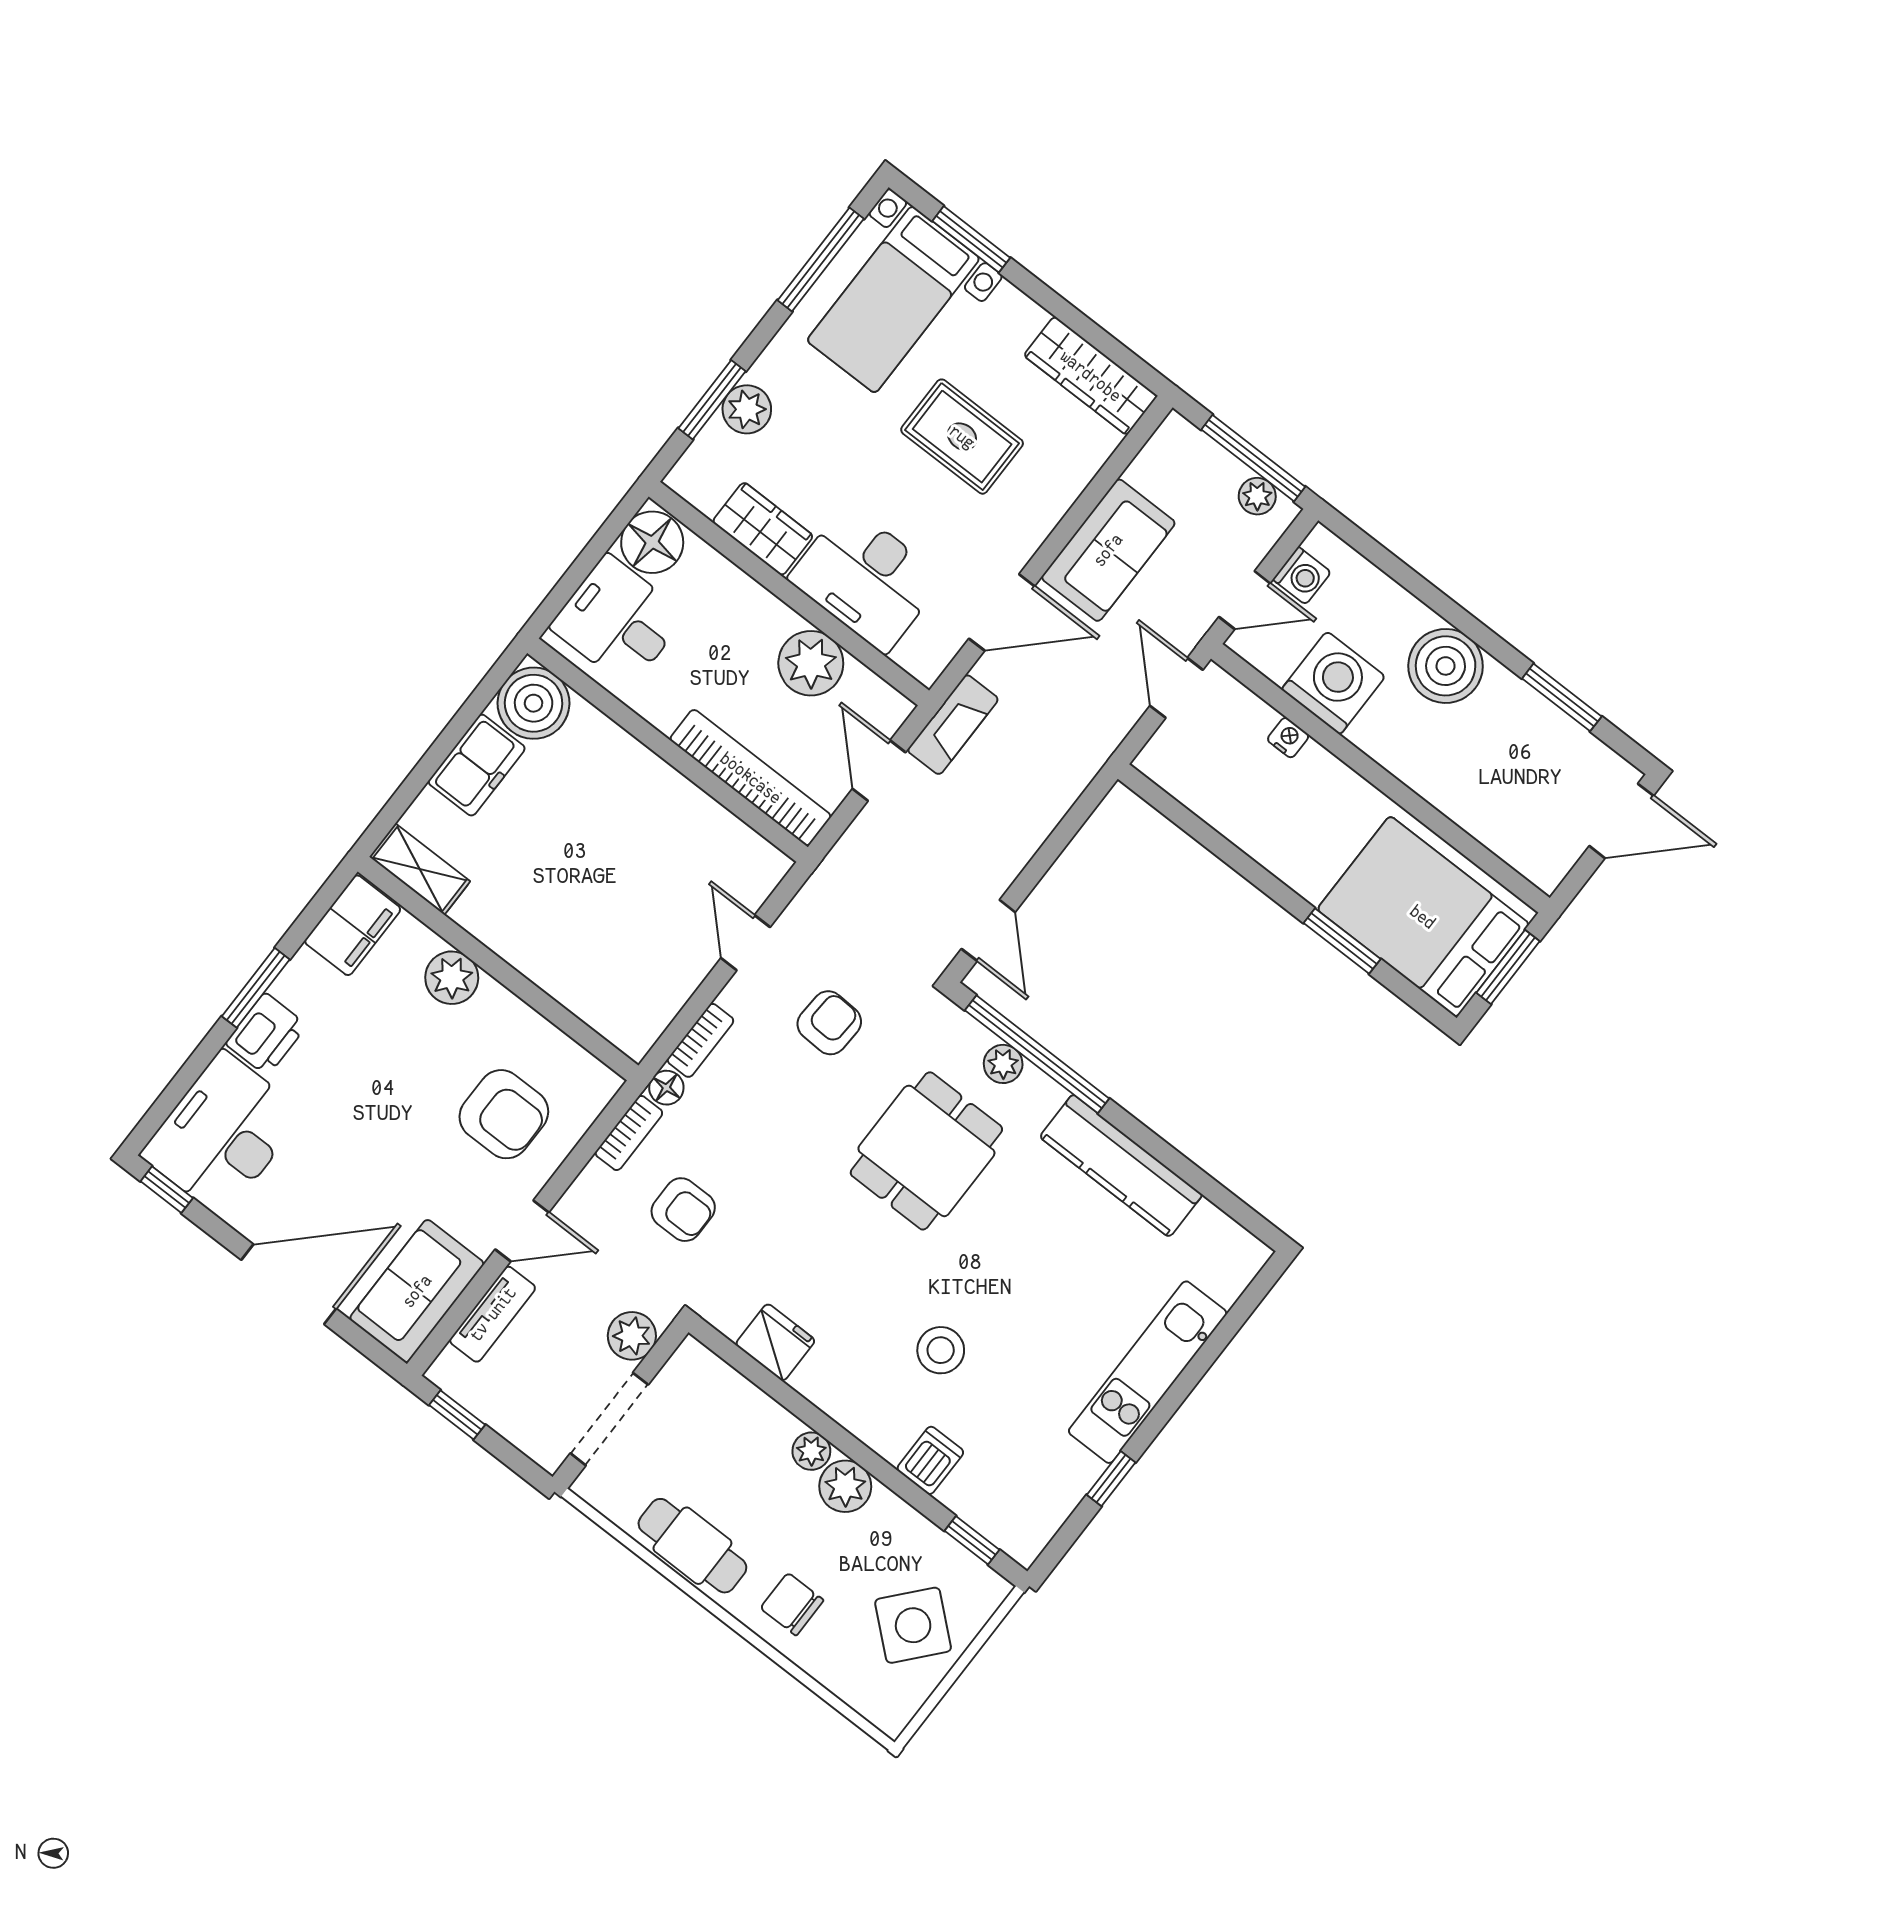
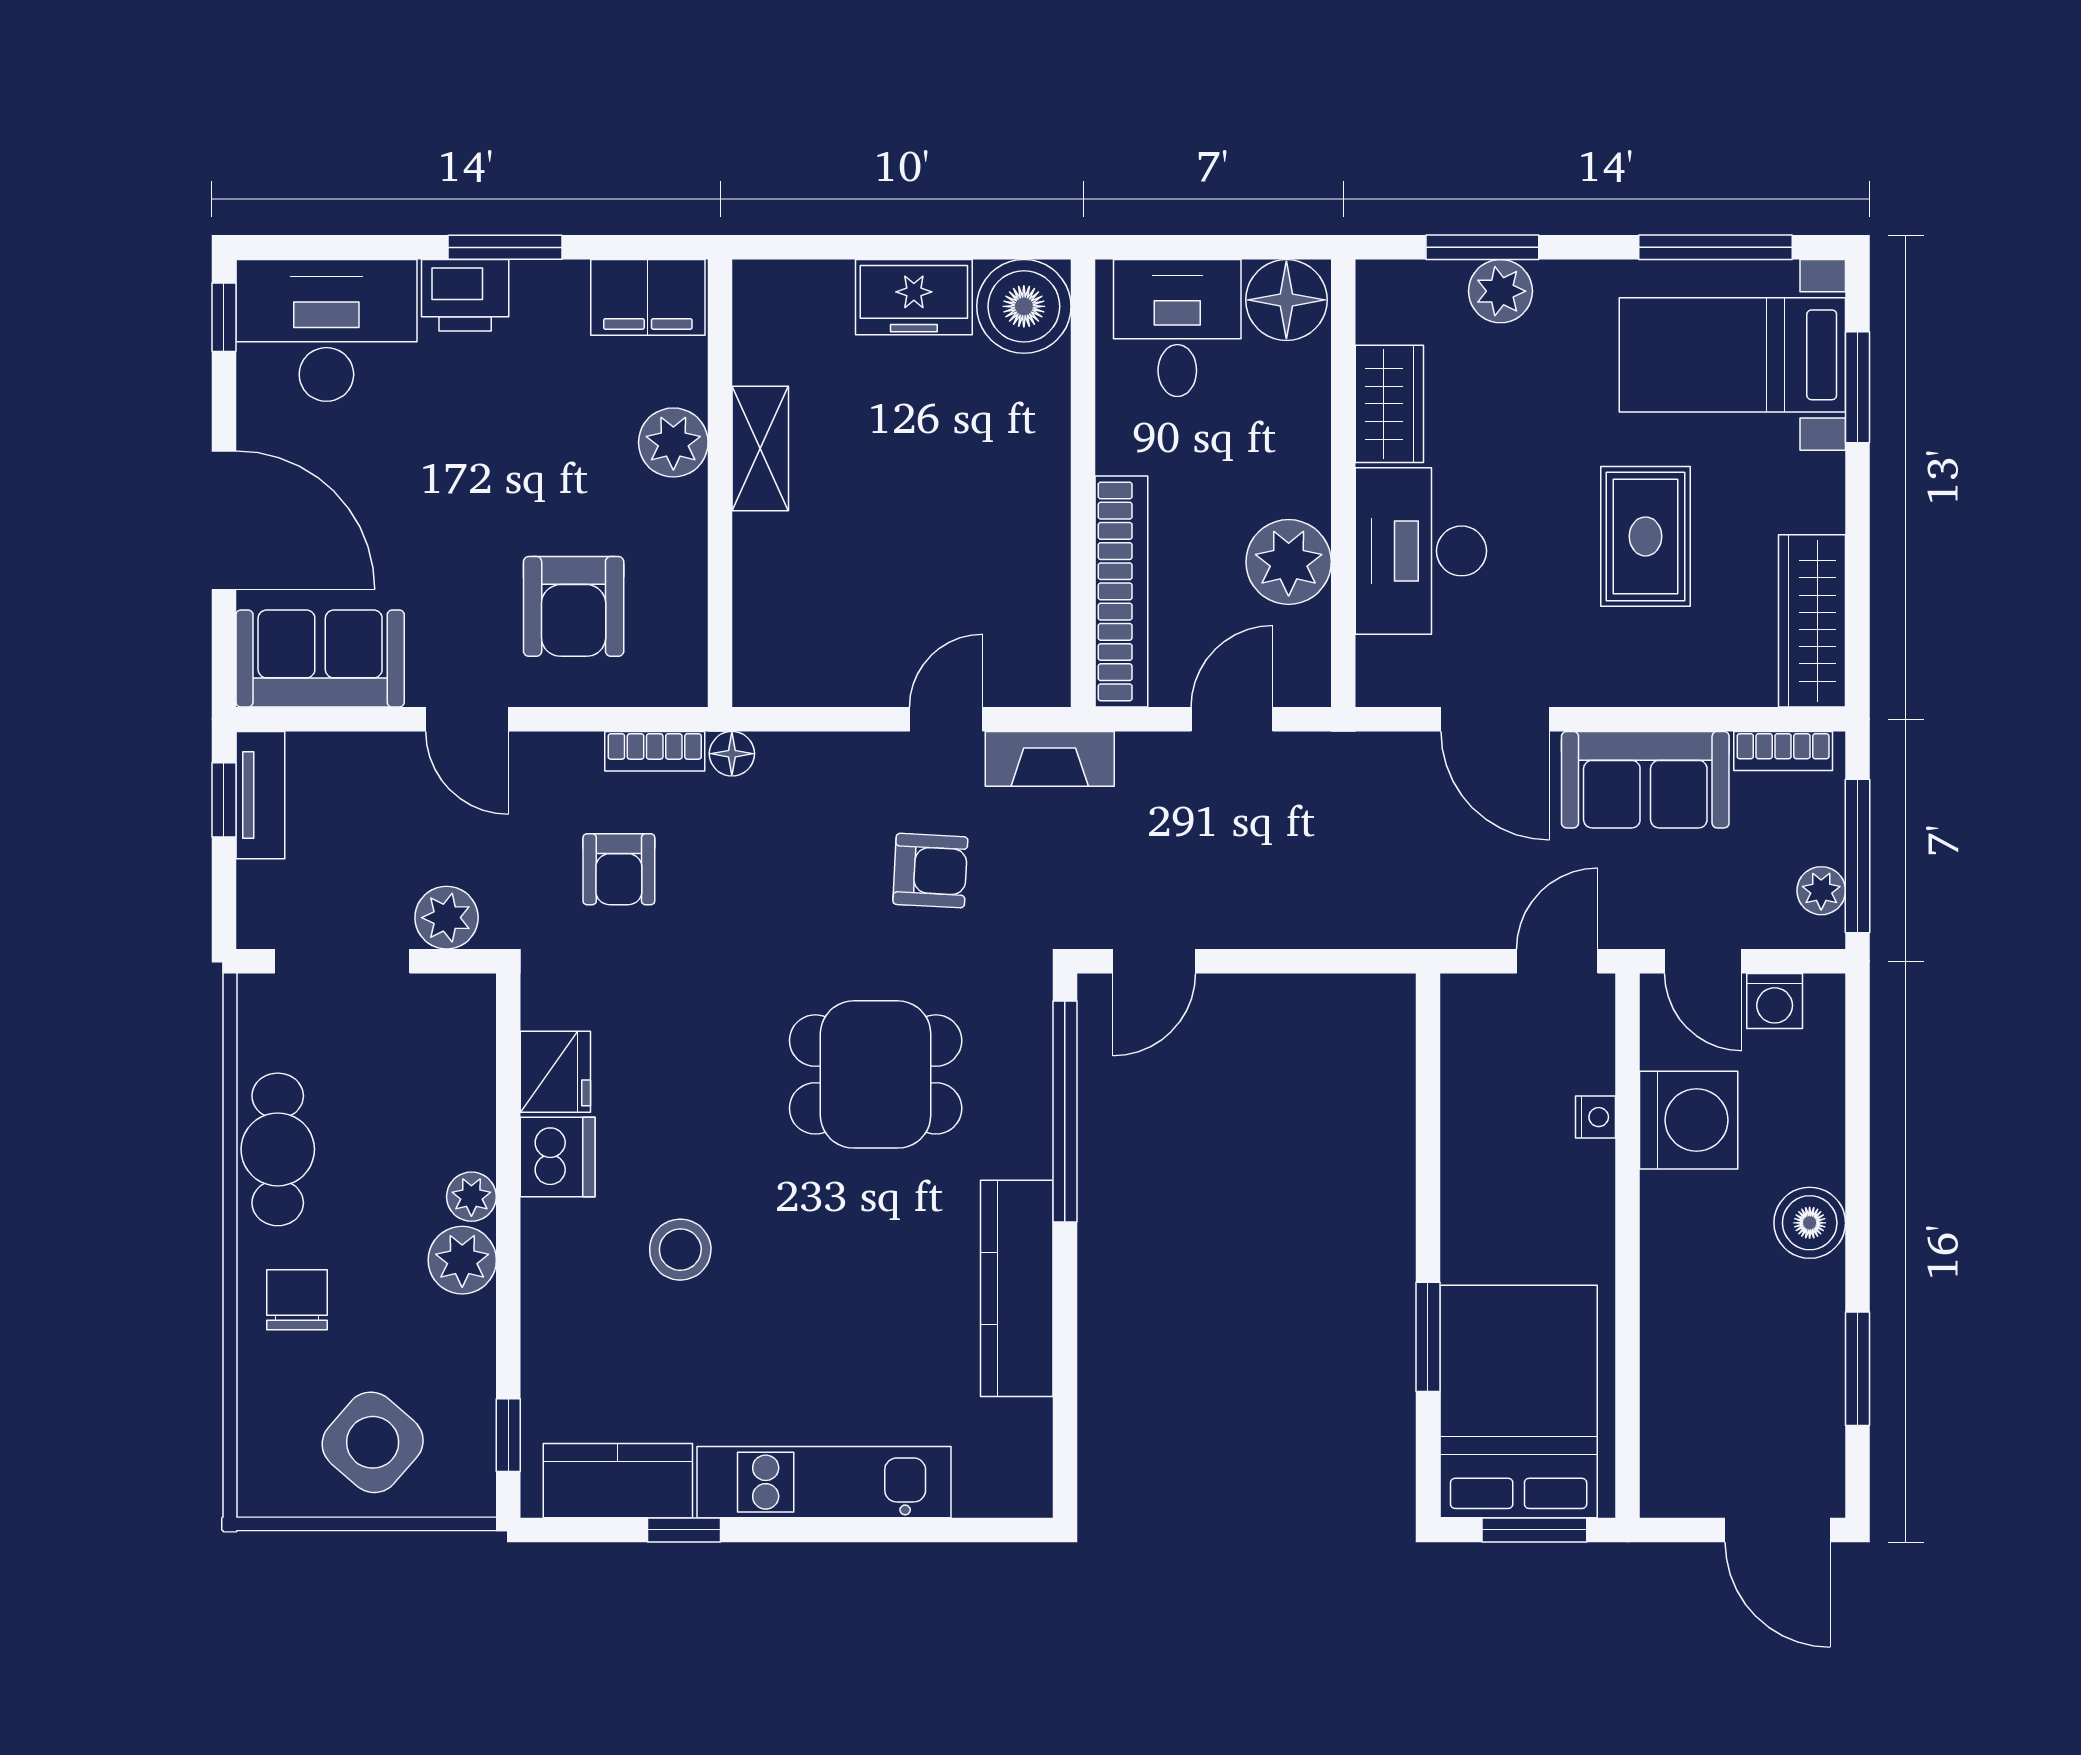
boiler: (1446, 666) -> (1810, 1223), width x0.73, depth x0.73
fireplace: (953, 725) -> (1050, 759), moved
shelving: (420, 869) -> (760, 449), moved
bookcase: (700, 1040) -> (1783, 751), moved
plant: (1003, 1064) -> (1028, 1084), removed
tv unit: (493, 1314) -> (260, 795), moved, turned -90
dishwasher: (930, 1460) -> (558, 1157), moved, width x1.38
kitchen counter: (1051, 1496) -> (618, 1481), added

